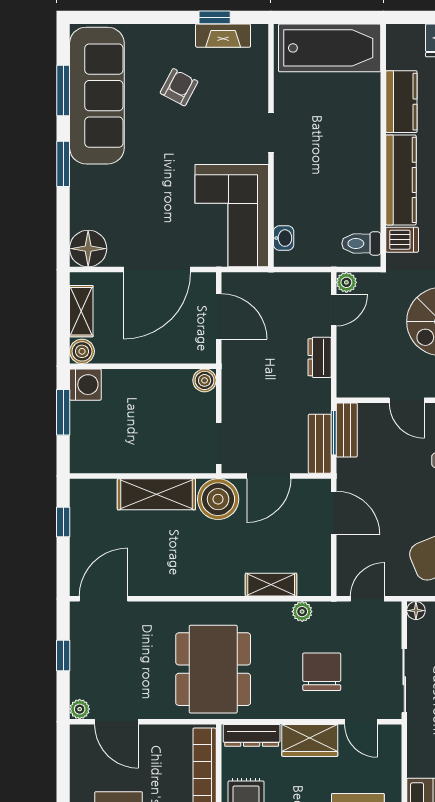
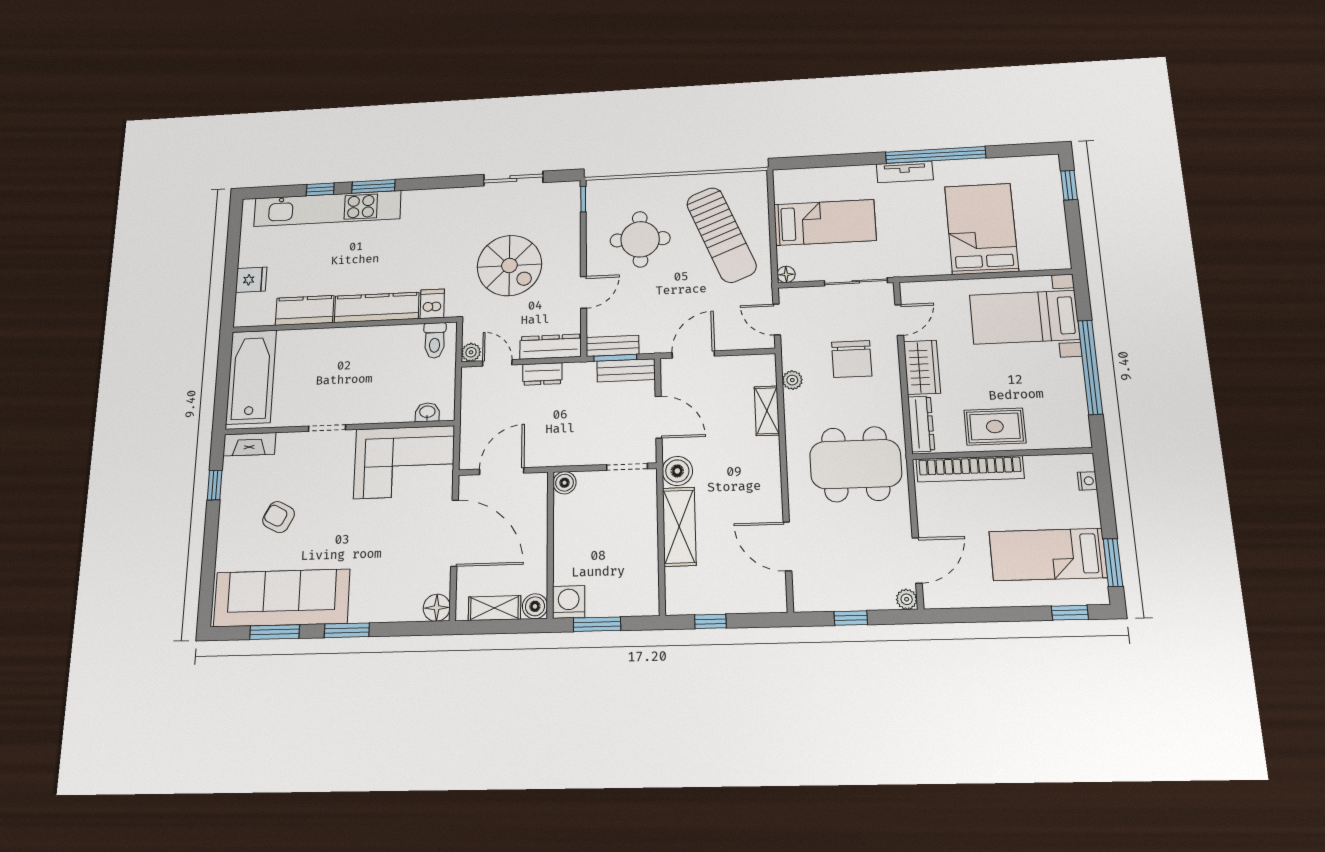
fireplace: (223, 36) -> (249, 444), moved, turned 90
floor lamp: (88, 249) -> (437, 608), width x0.73, depth x0.73
dresser: (349, 366) -> (551, 347), added
boiler: (218, 499) -> (677, 471), width x0.73, depth x0.73
door: (103, 599) -> (787, 546), moved
chair: (322, 672) -> (852, 359), turned -90

